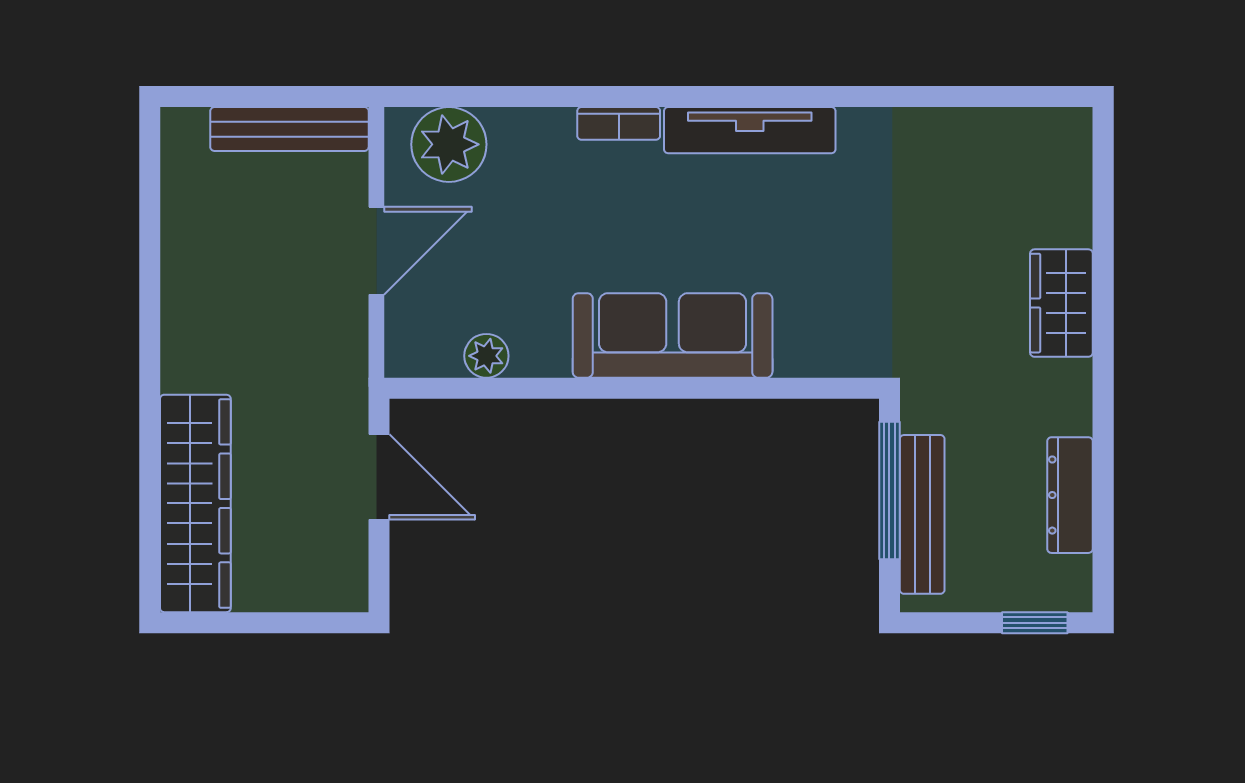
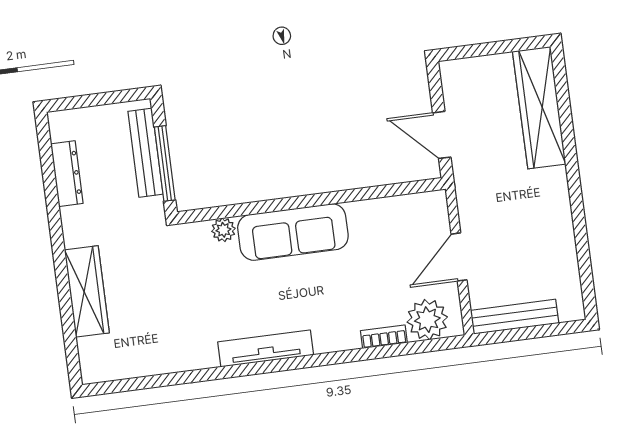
bookcase: (619, 123) -> (384, 337), moved
wardrobe: (1061, 303) -> (87, 291), width x1.50
plant: (486, 356) -> (223, 230), moved
window: (1035, 623) -> (77, 102), removed

